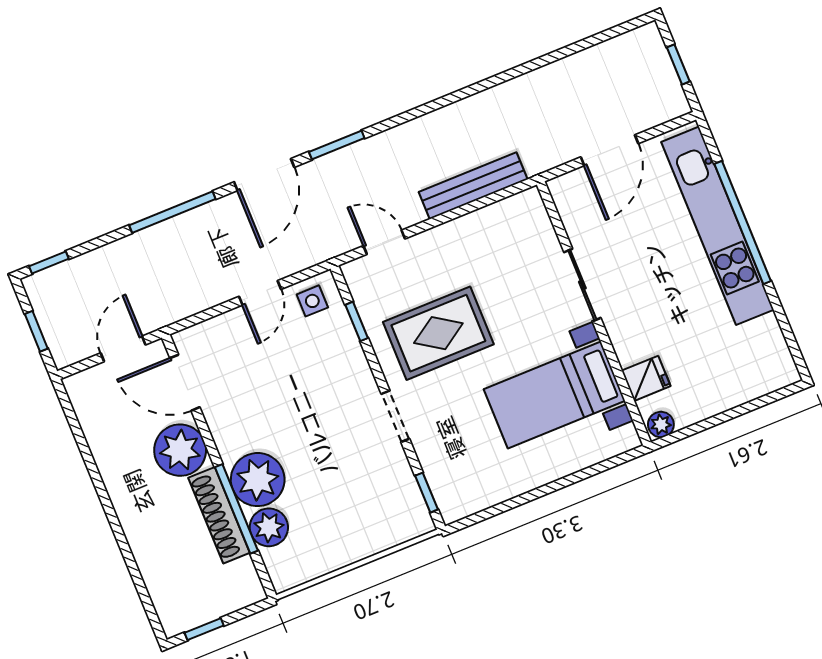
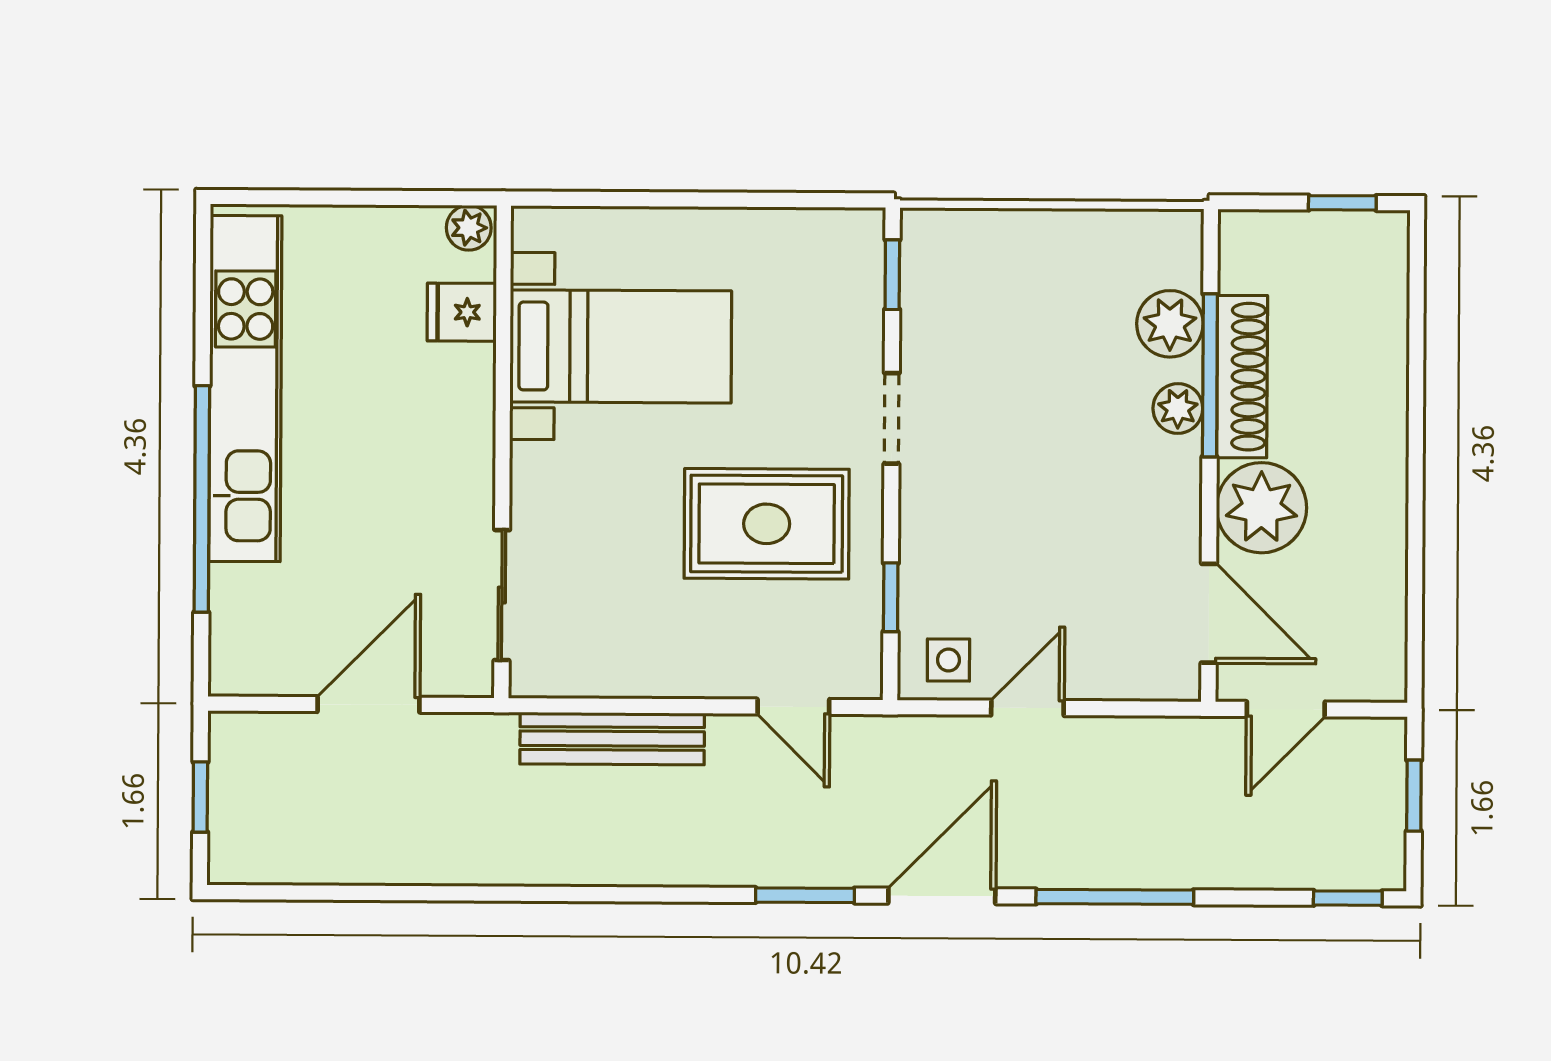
kitchen unit: (718, 226) -> (245, 389), moved
sliding door: (582, 285) -> (502, 595), moved
plant: (258, 480) -> (1178, 408), width x0.53, depth x0.53

